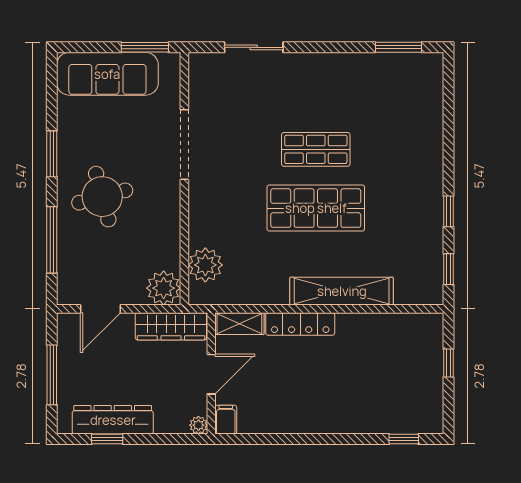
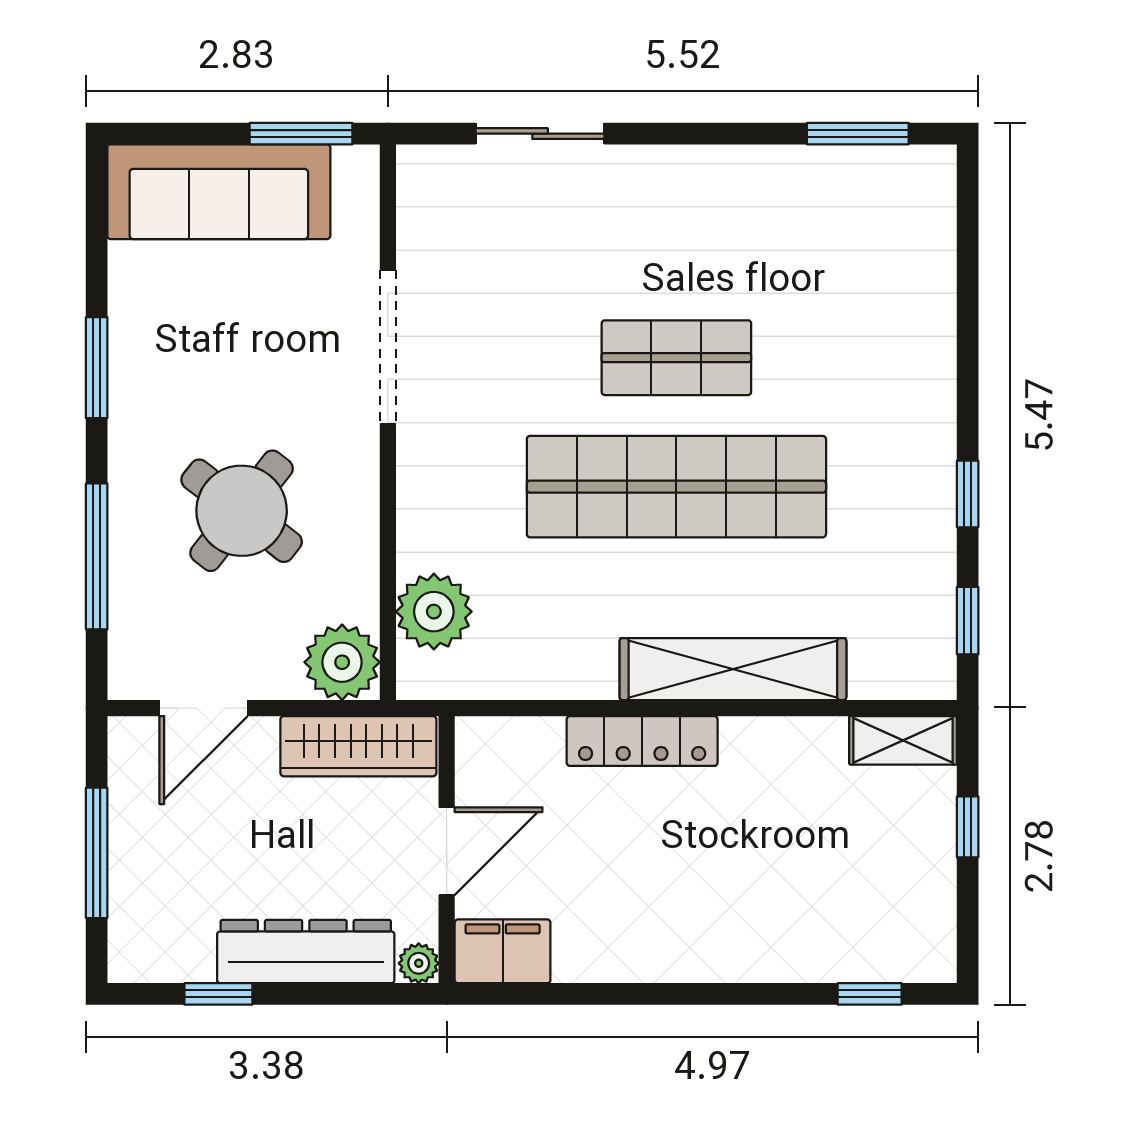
round table: (102, 197) -> (242, 511), moved, turned -37
shop shelf: (316, 208) -> (676, 487), width x1.40
shelving: (239, 324) -> (903, 740), moved
dresser: (113, 420) -> (306, 952), moved
filing cabinet: (226, 420) -> (503, 951), width x2.00

